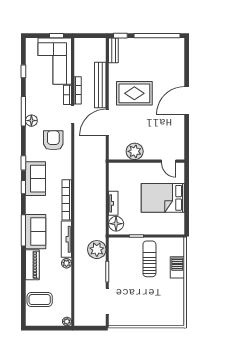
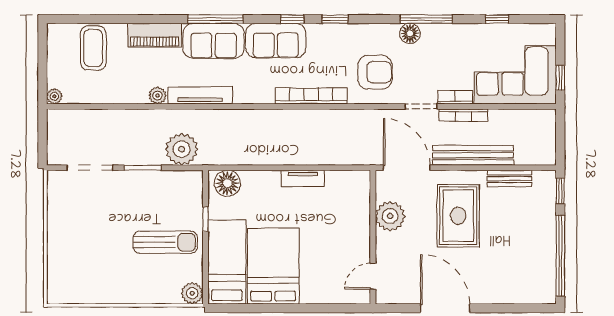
bench: (113, 50) -> (510, 179), moved
plant: (135, 151) -> (390, 216), moved
wall: (147, 161) -> (373, 237), moved
door: (169, 161) -> (373, 276), moved
sofa: (35, 179) -> (276, 41), moved
bookcase: (67, 200) -> (311, 96), moved
tv unit: (113, 203) -> (303, 178), moved
bed: (161, 224) -> (227, 262), added
plant: (178, 244) -> (192, 293), added
barbecue: (177, 267) -> (150, 292), removed

